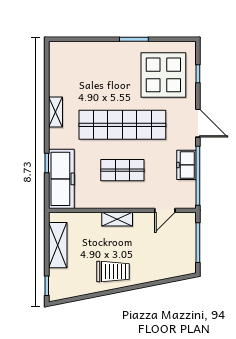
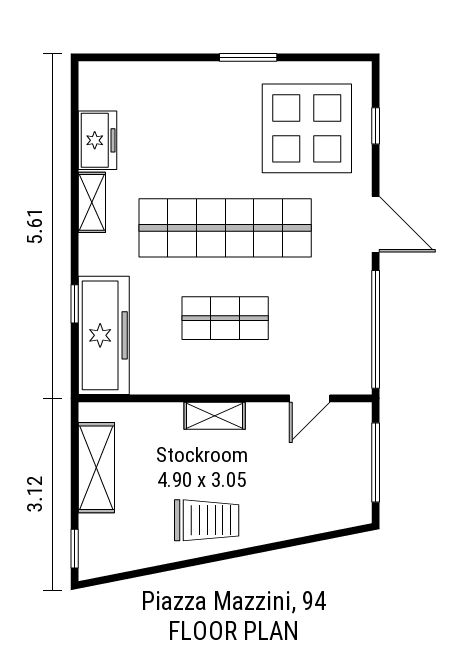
freezer: (186, 165) -> (97, 140), moved, turned 180

